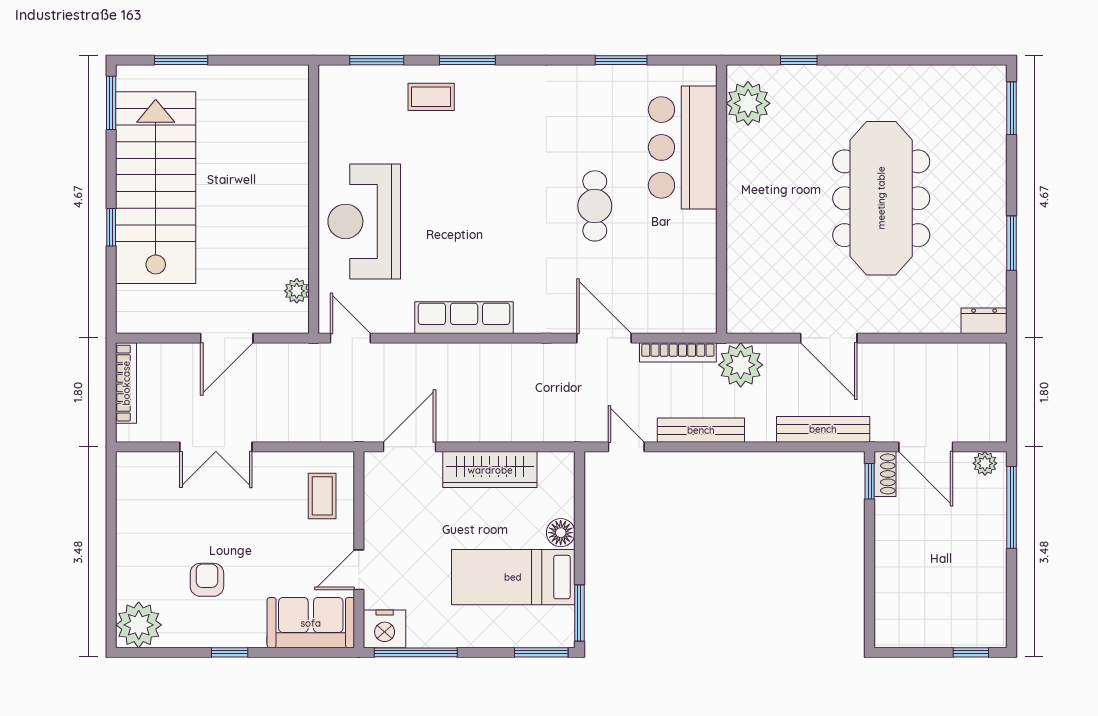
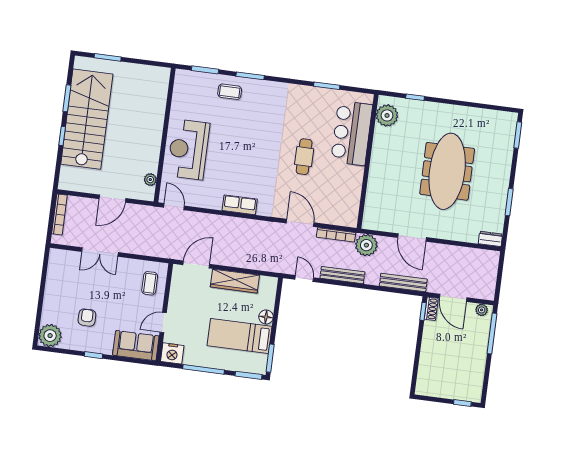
window: (111, 103) -> (67, 98), moved
row of seats: (464, 318) -> (240, 205), width x0.68
window: (416, 652) -> (204, 369), moved

